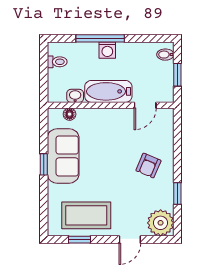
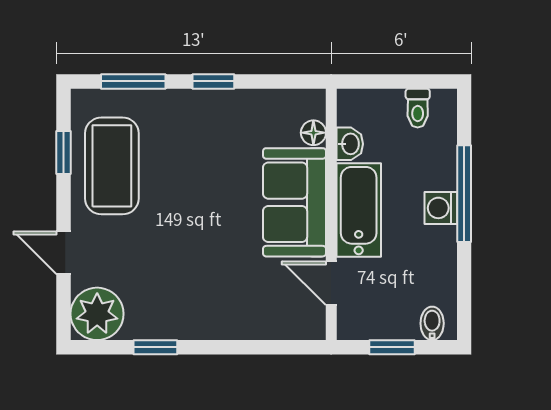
sofa: (63, 156) -> (294, 202), moved, turned 90
armchair: (148, 166) -> (211, 290), removed
window: (44, 205) -> (133, 81), added

